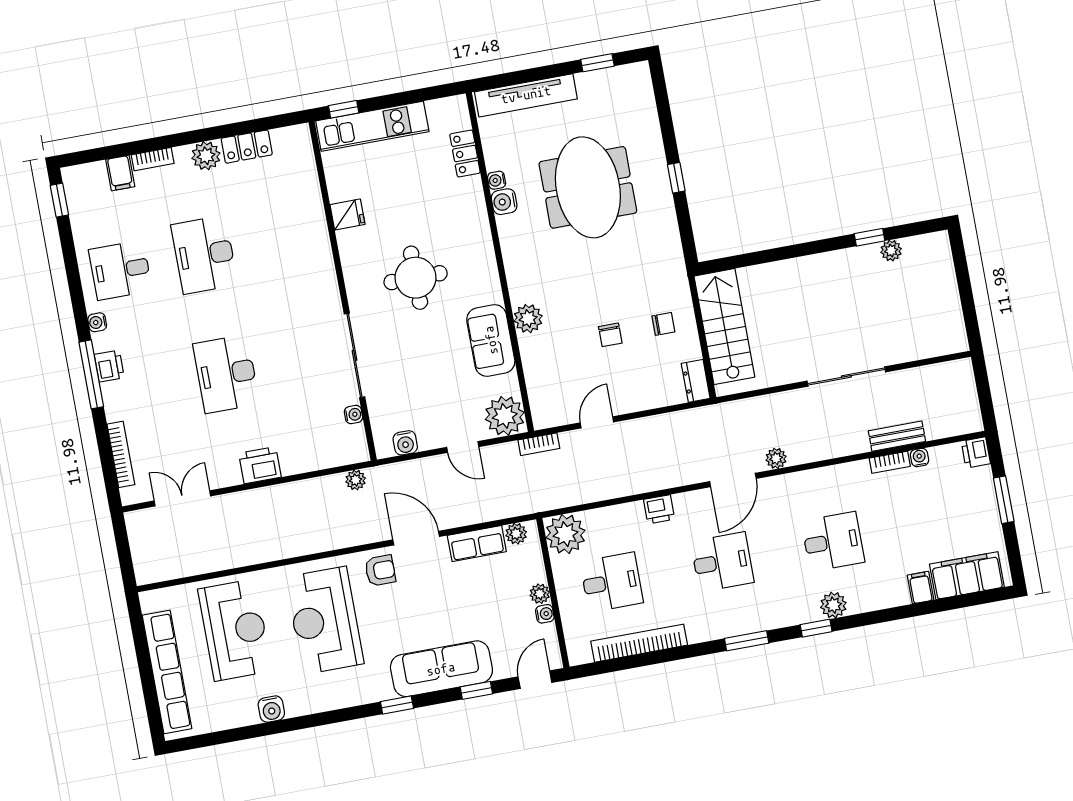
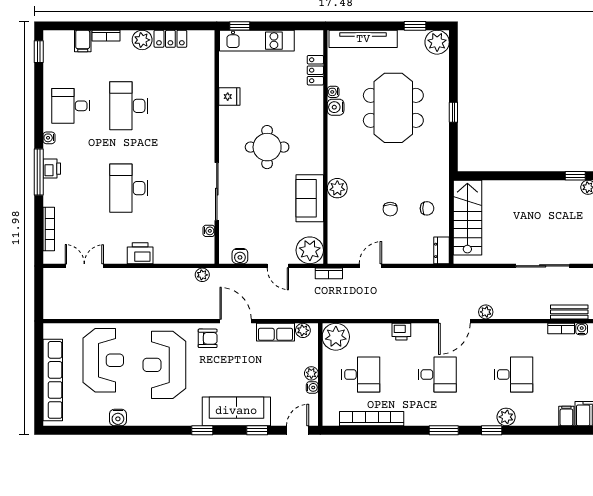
plant: (634, 81) -> (437, 42), added

